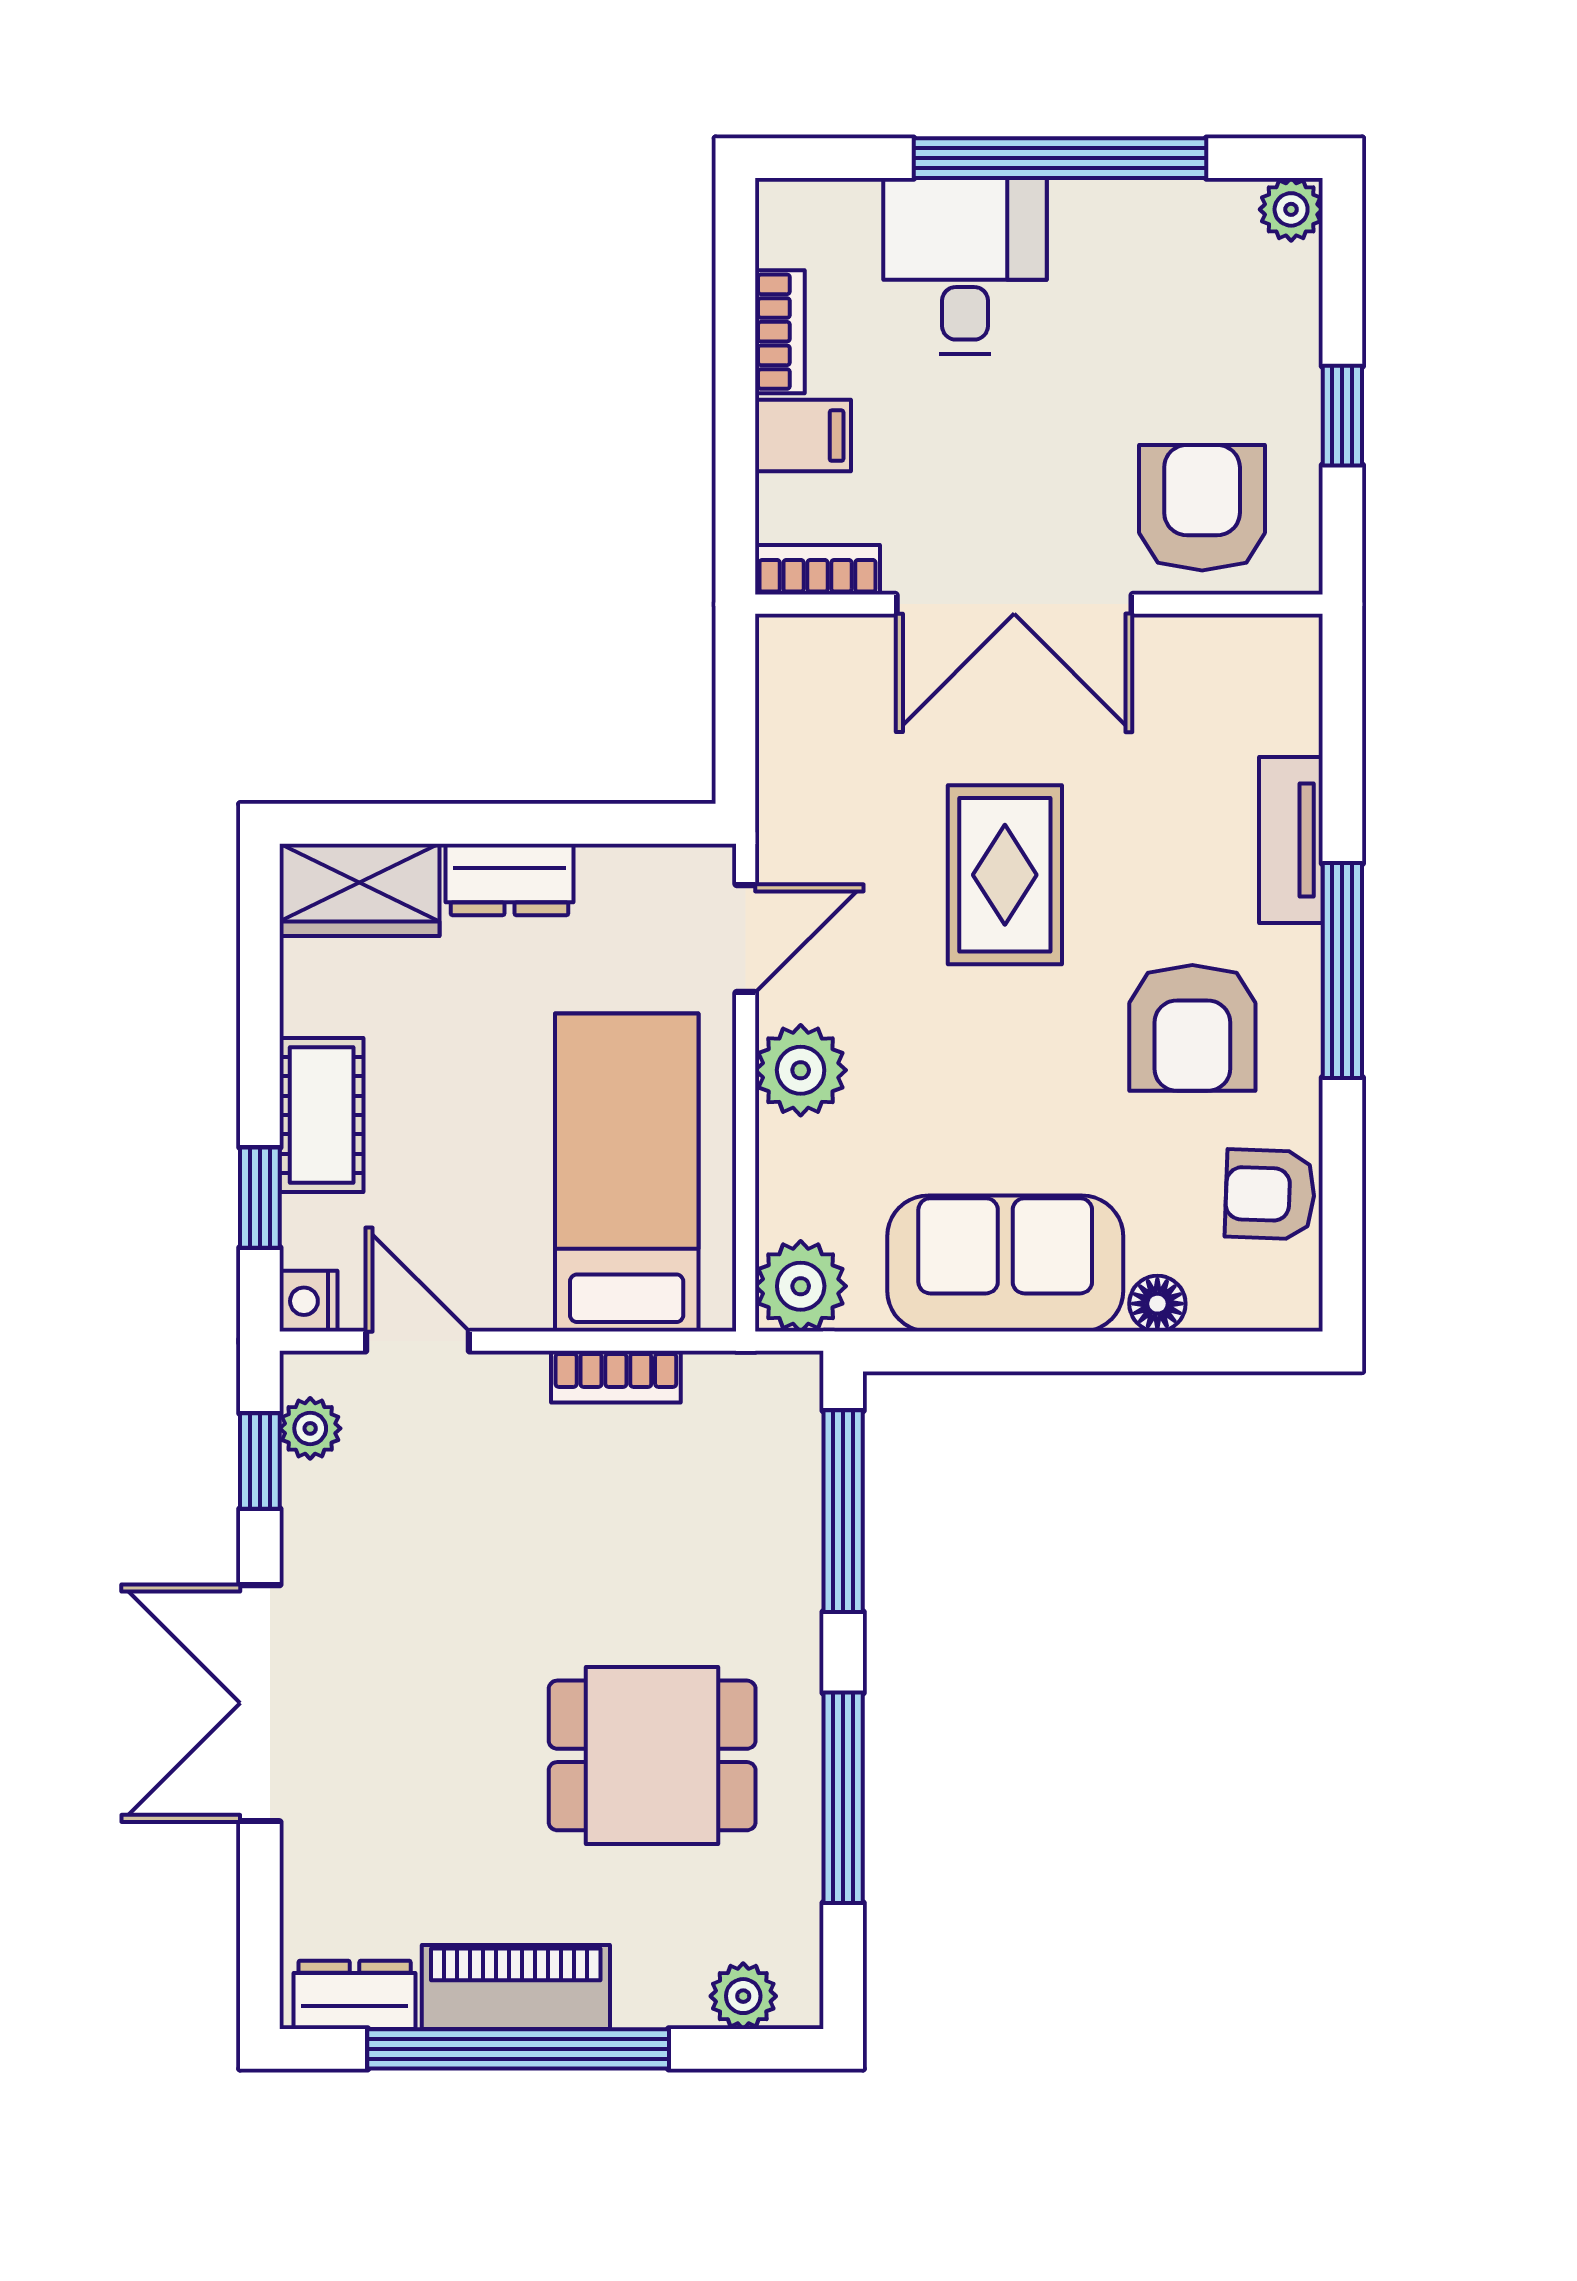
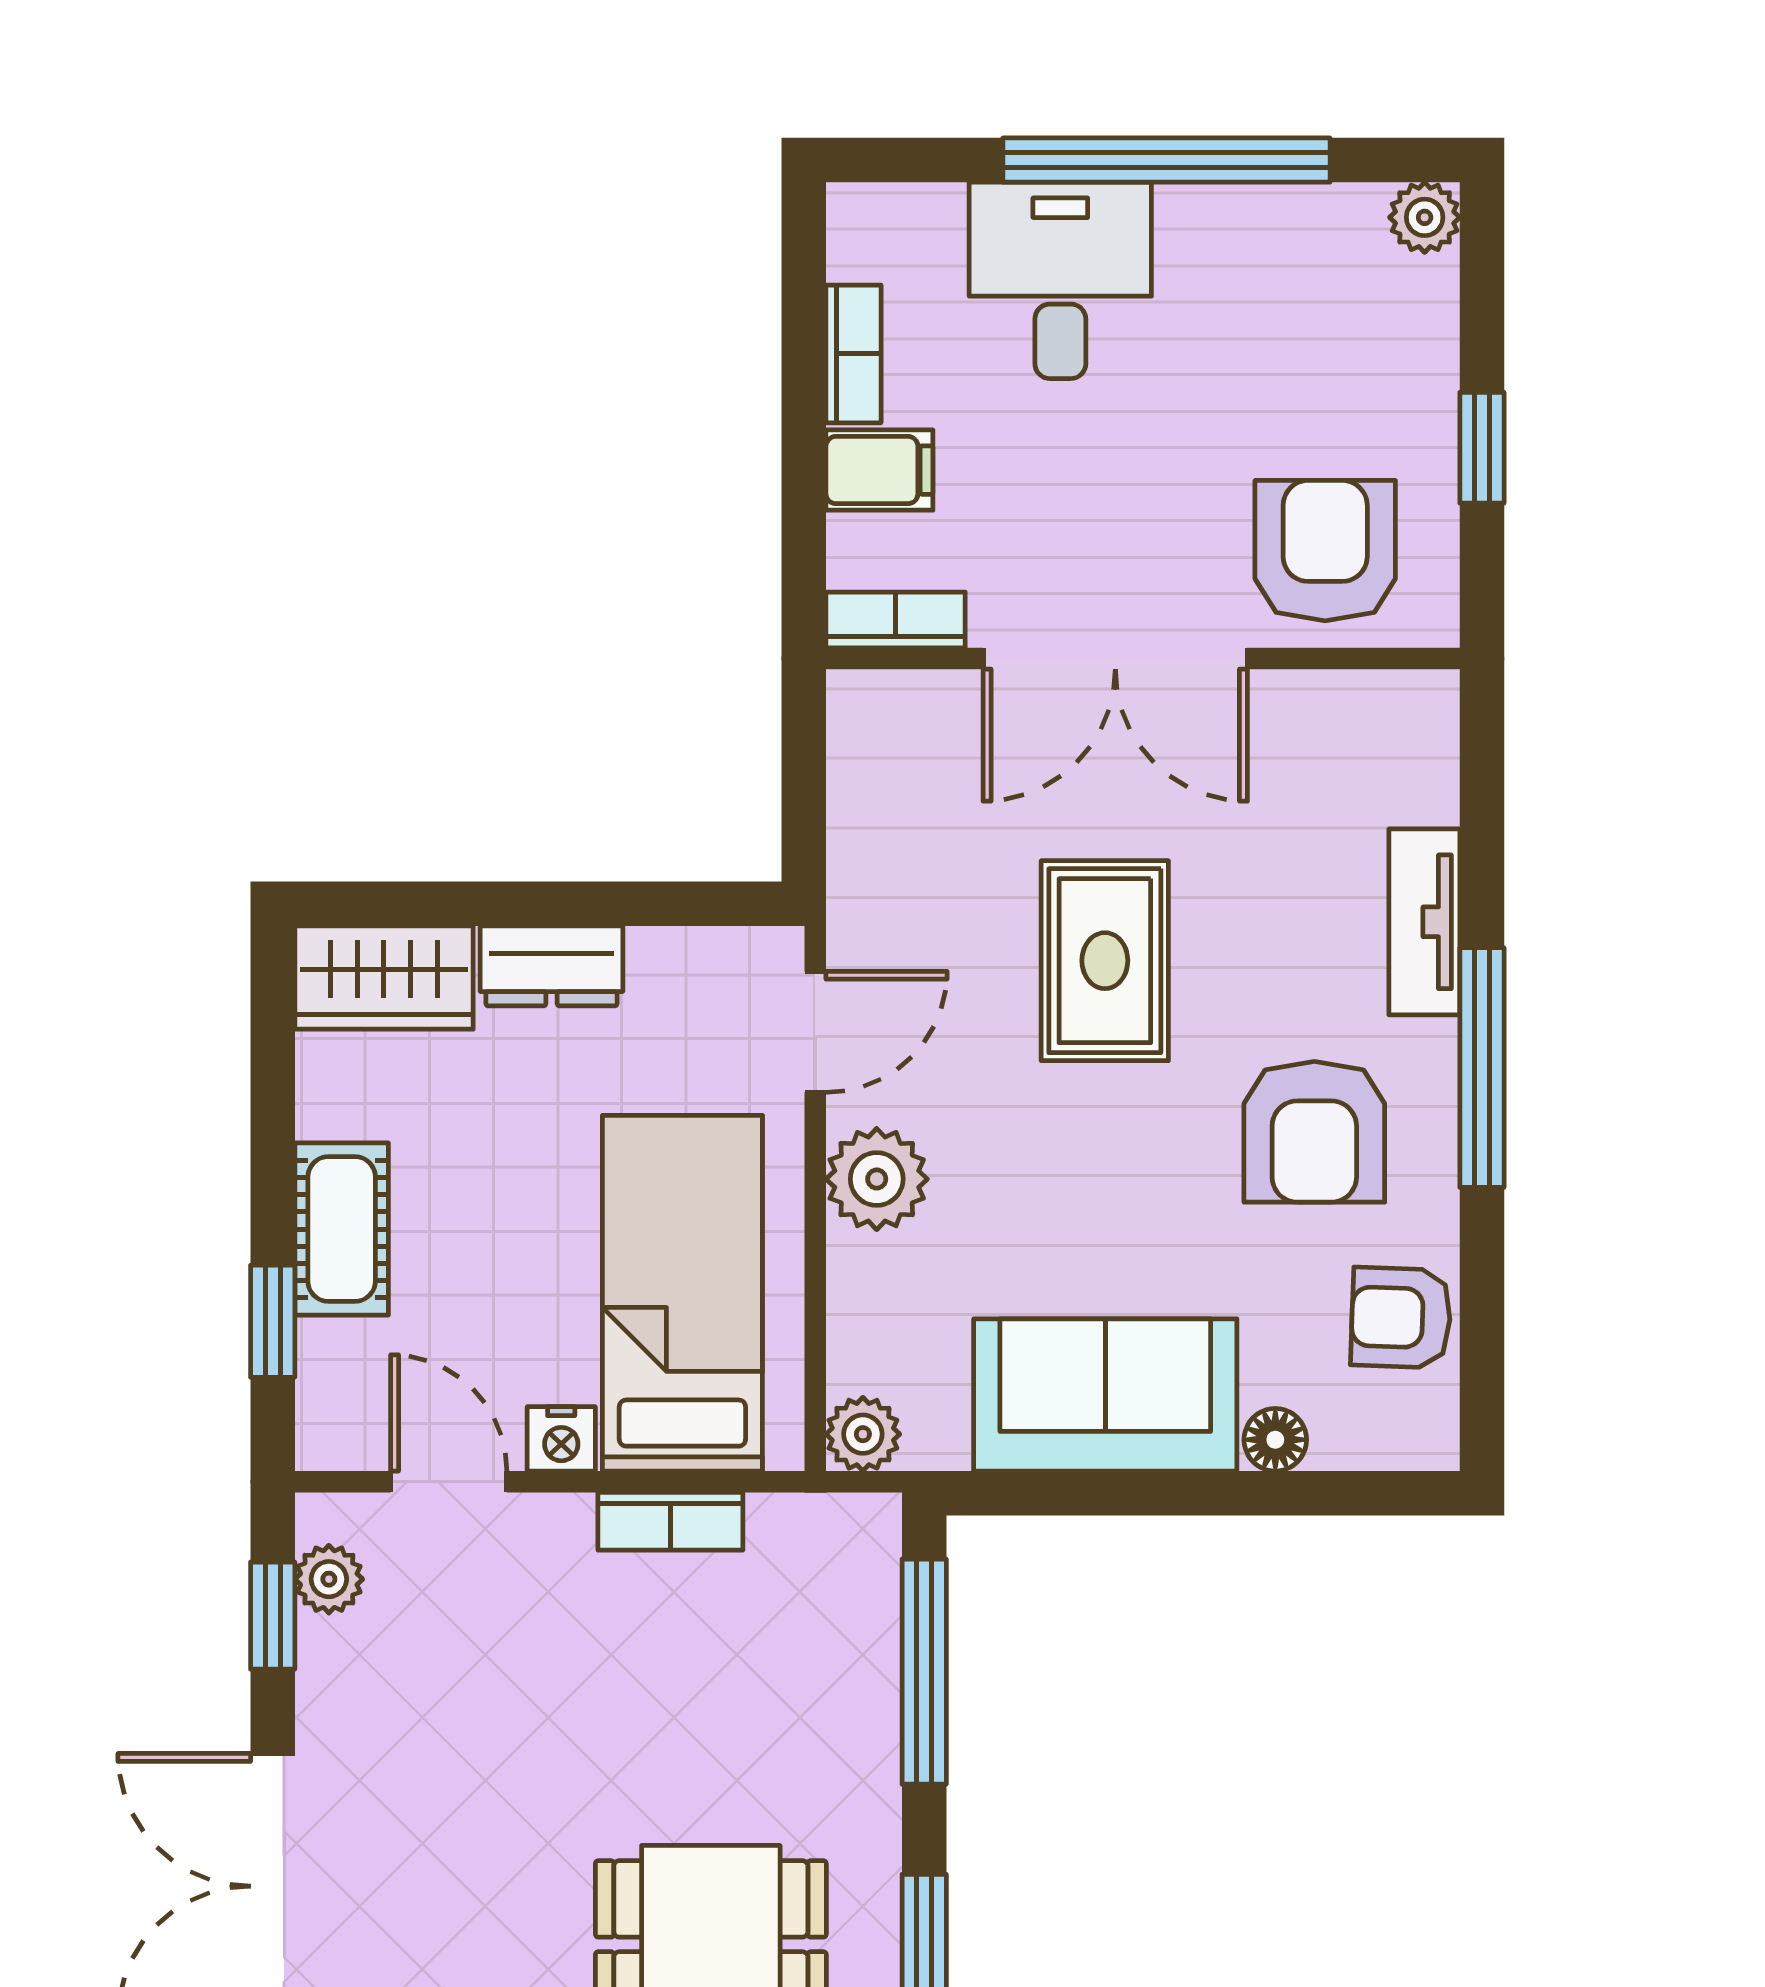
plant: (801, 1286) -> (863, 1434), width x0.73, depth x0.73
nightstand: (309, 1301) -> (561, 1439), moved, turned -90

